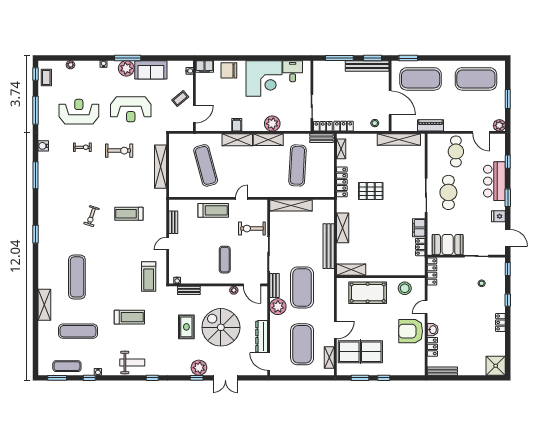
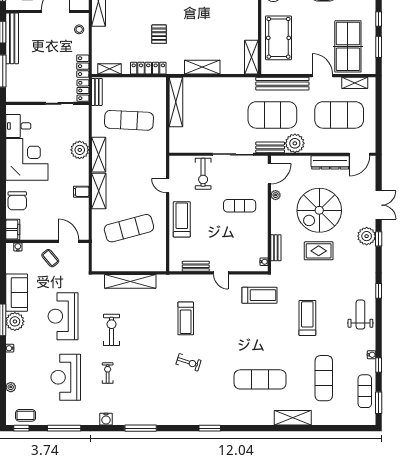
reception desk: (131, 109) -> (63, 316), turned 180
pallet: (371, 191) -> (159, 34), width x0.67, depth x0.71
shelving: (291, 205) -> (176, 102), moved
bench: (329, 246) -> (282, 84), moved

